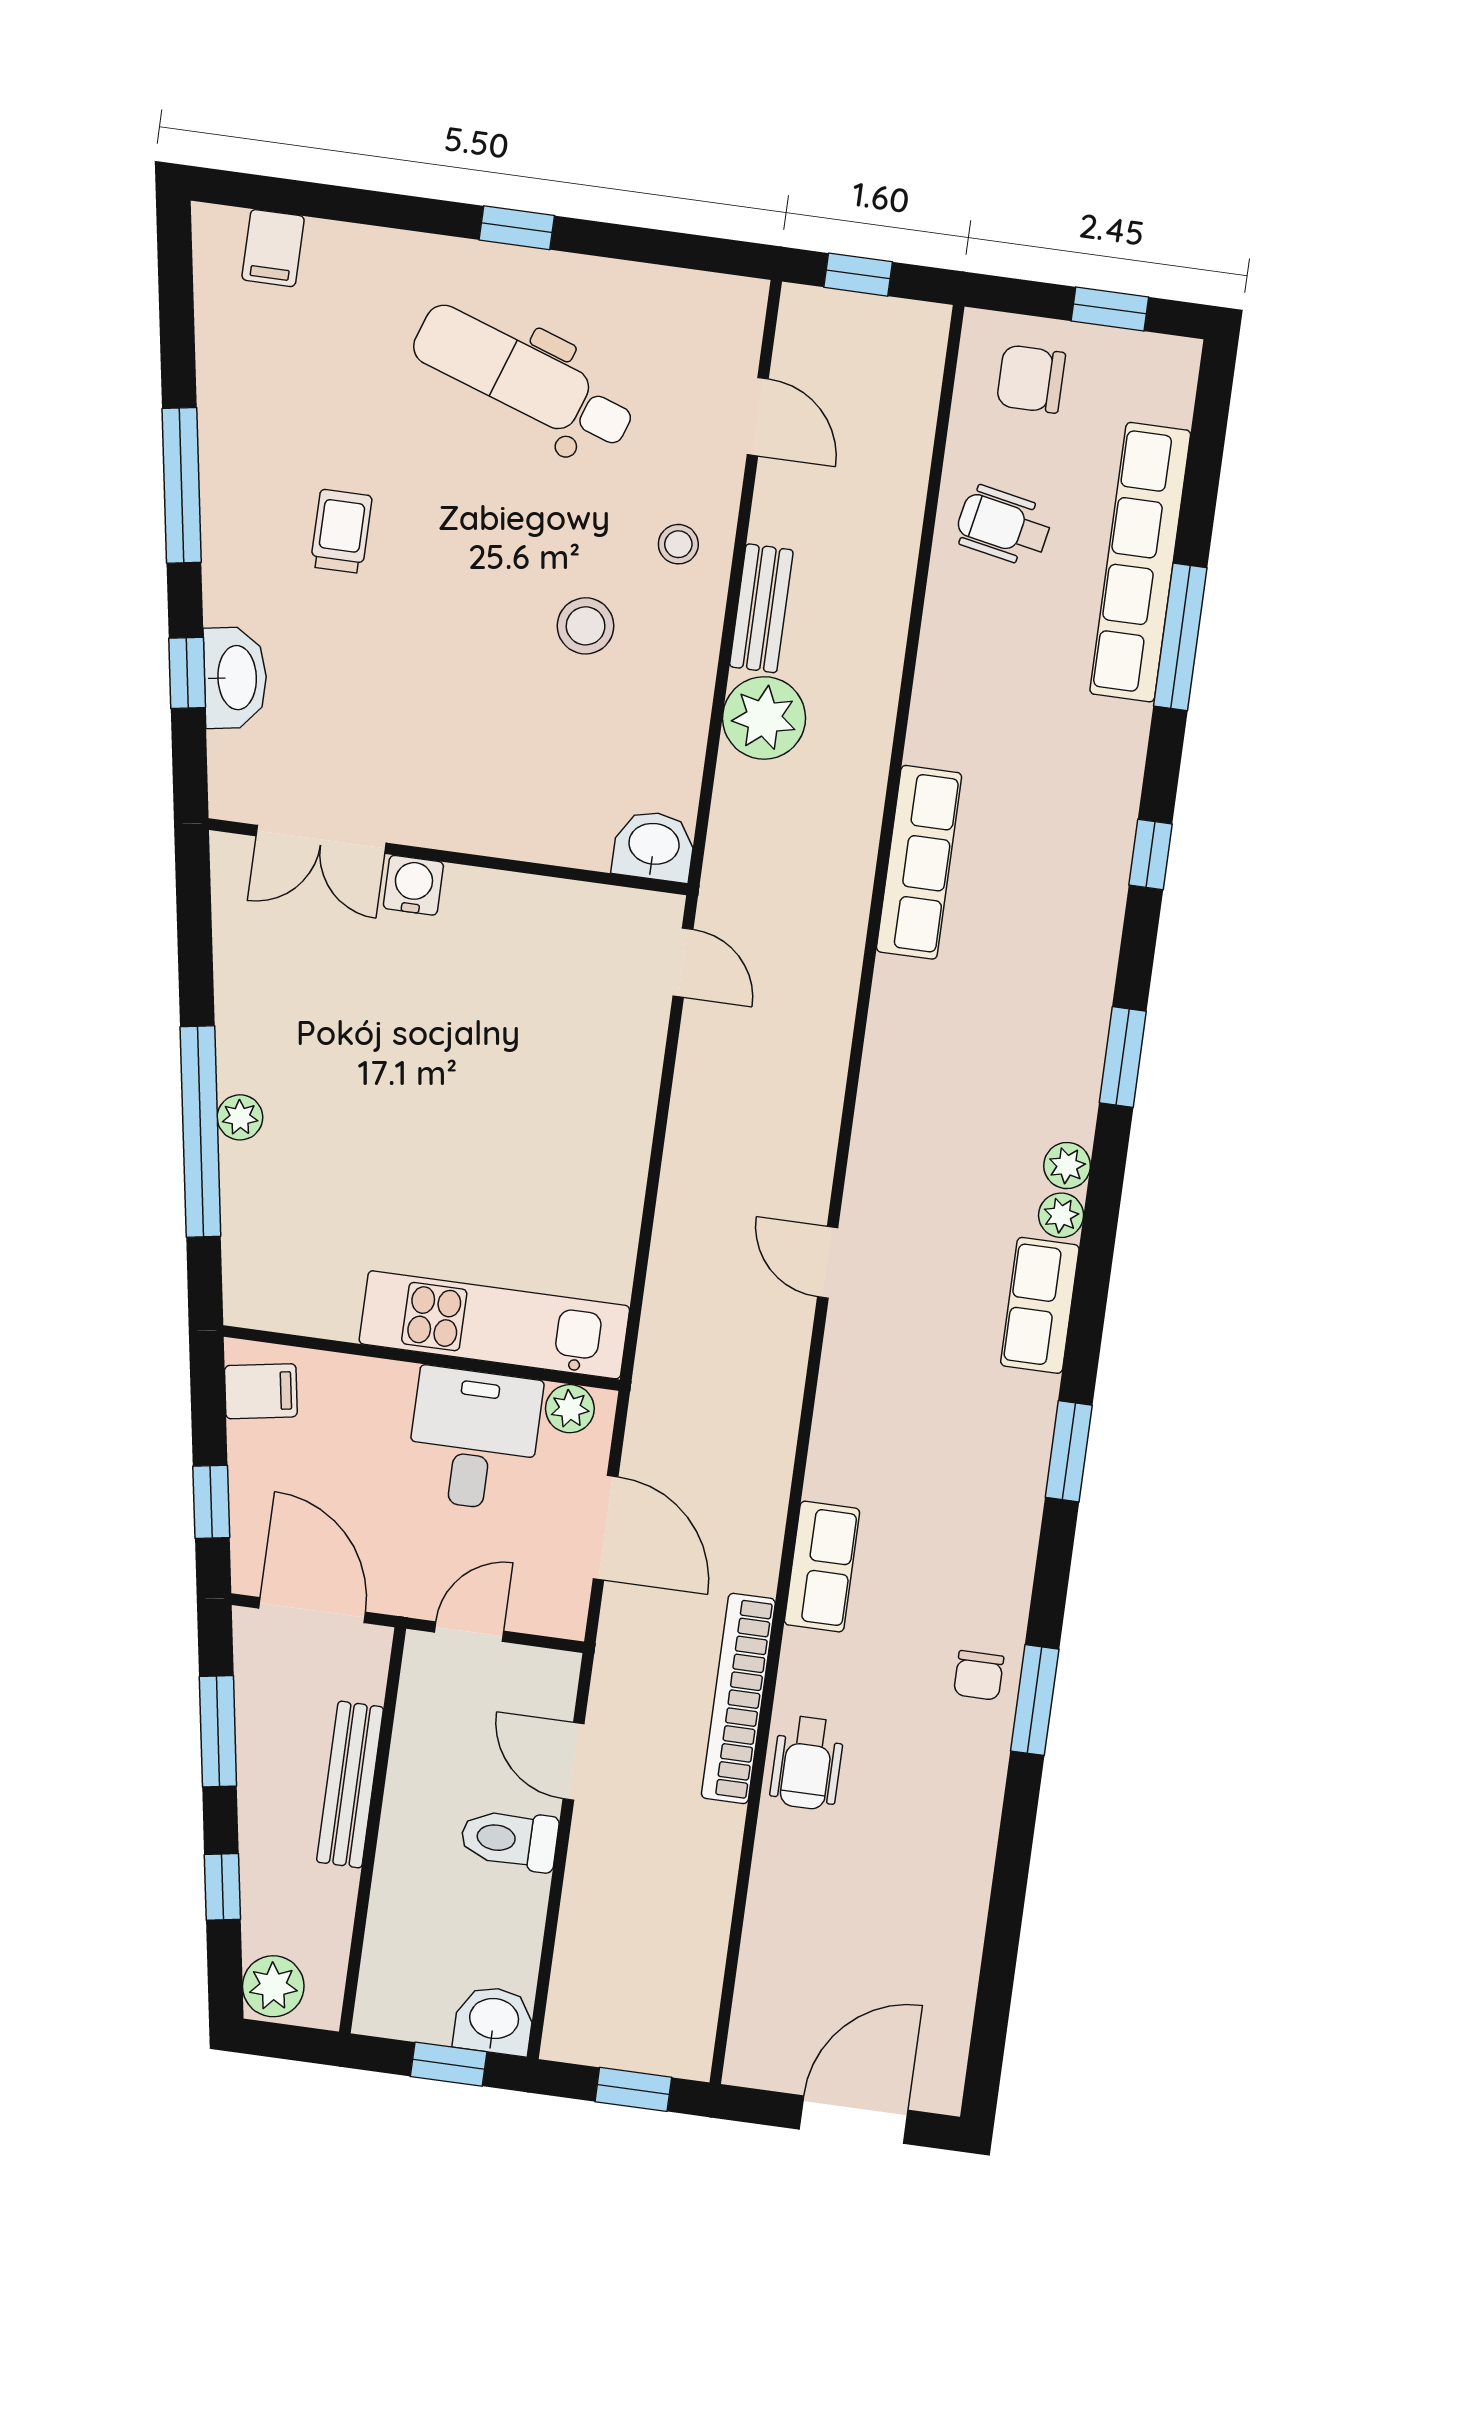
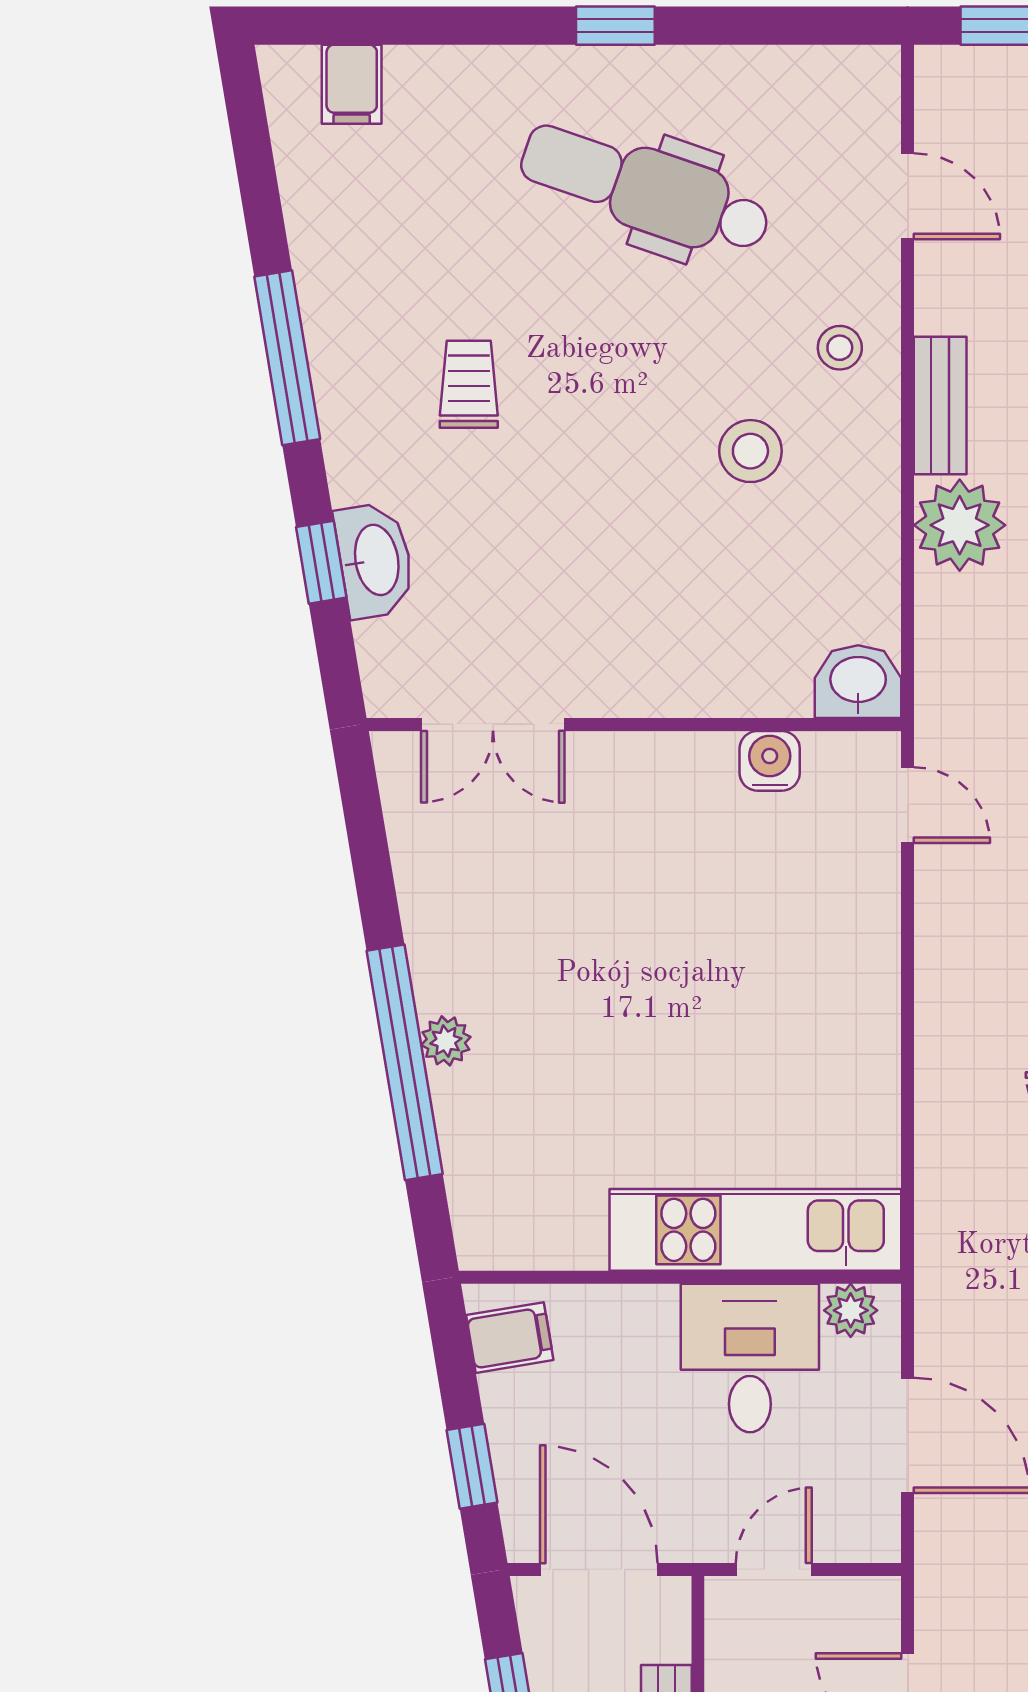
water cooler: (413, 885) -> (770, 761), moved

